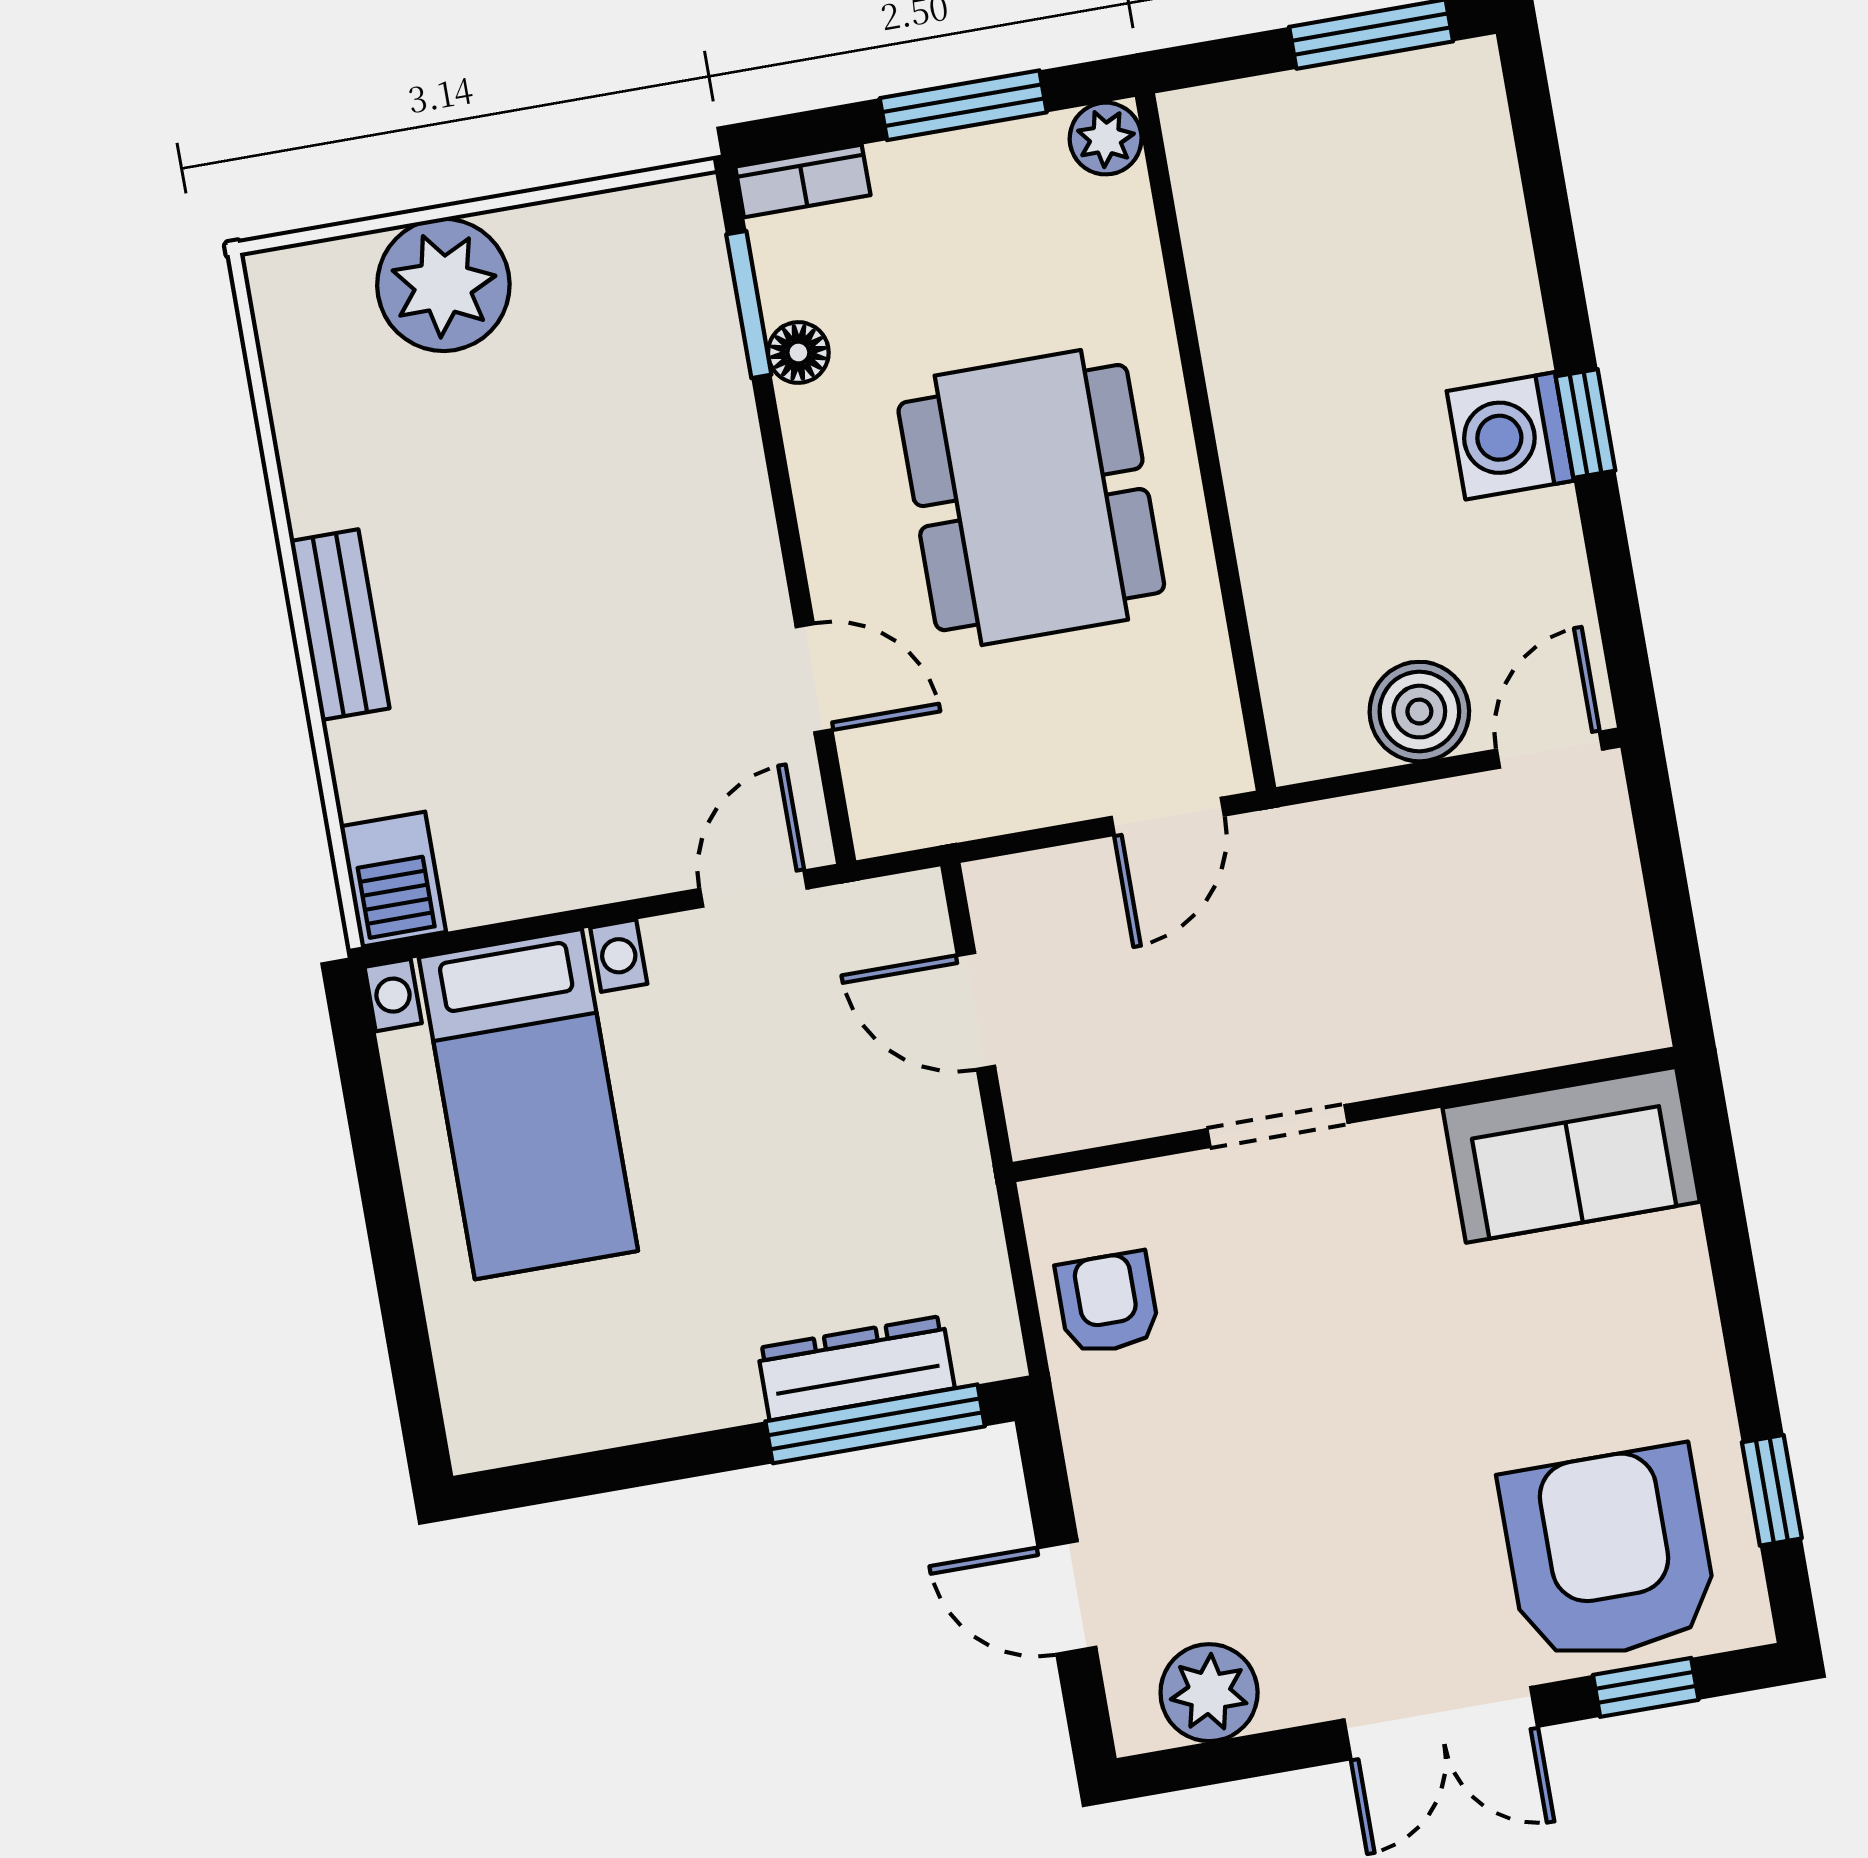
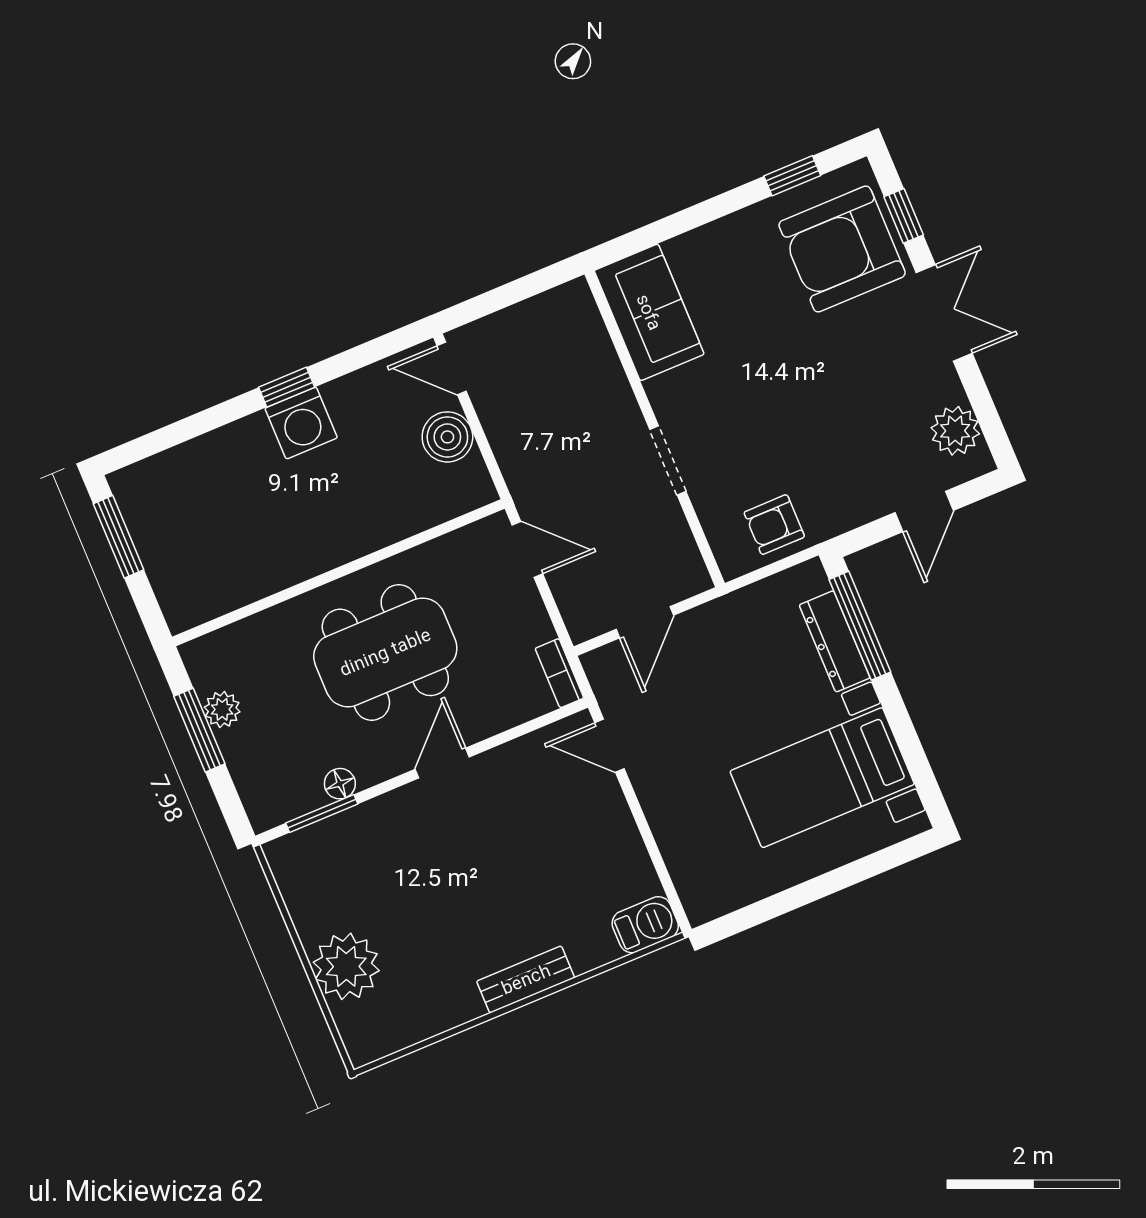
plant: (1106, 139) -> (222, 709), moved
bookcase: (803, 181) -> (559, 673), moved, turned 180
door: (814, 678) -> (442, 763), moved
bed with nightstands: (528, 1104) -> (822, 778), moved, turned 180

